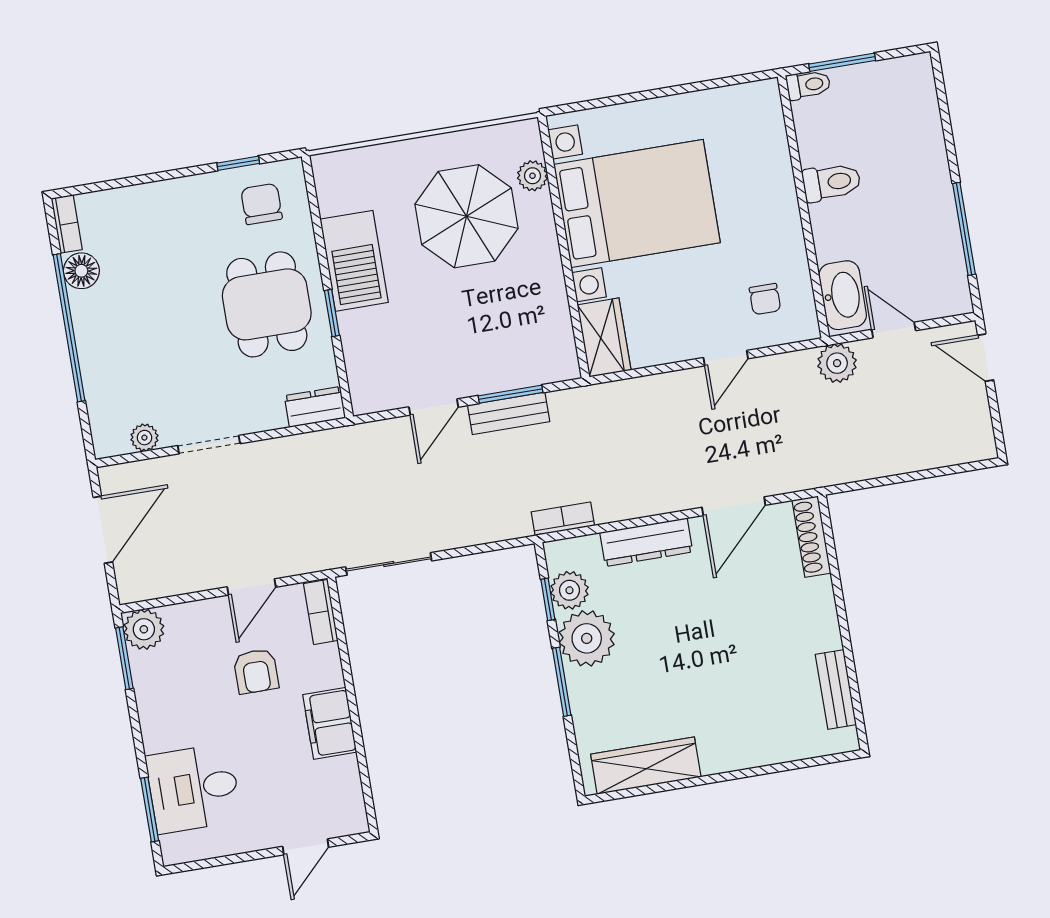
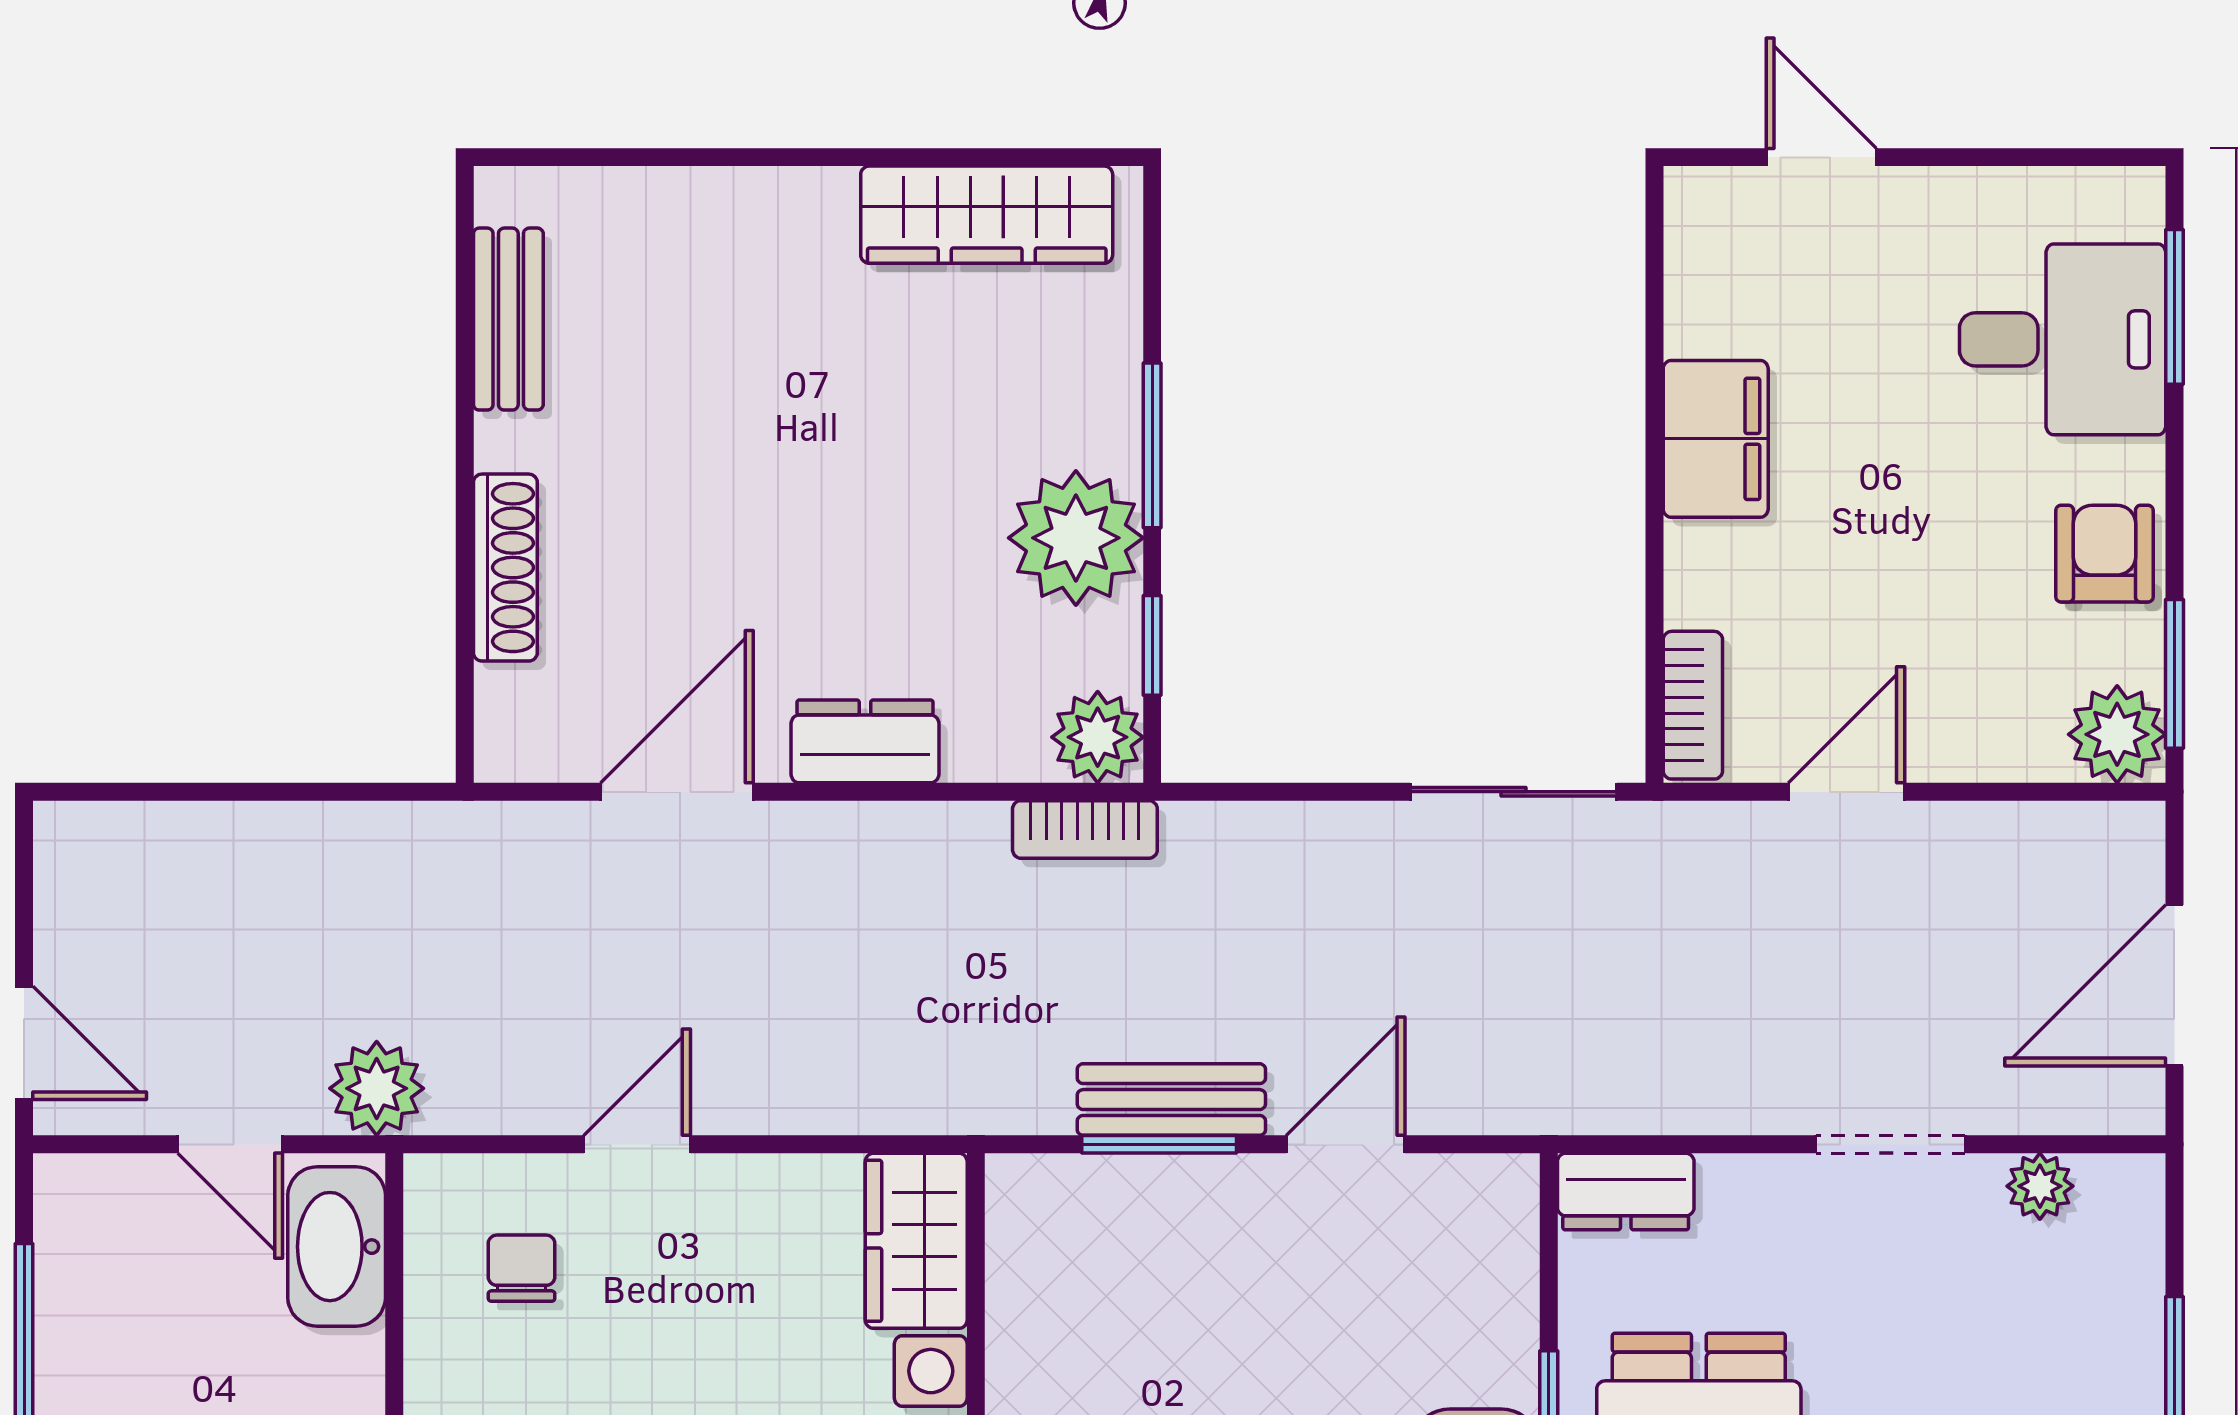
shoe rack: (812, 537) -> (505, 568), moved
dresser: (646, 542) -> (865, 741), width x0.70
plant: (569, 590) -> (1098, 737), moved
armchair: (256, 671) -> (2104, 554), moved
door: (306, 847) -> (1821, 157), hinge flipped

